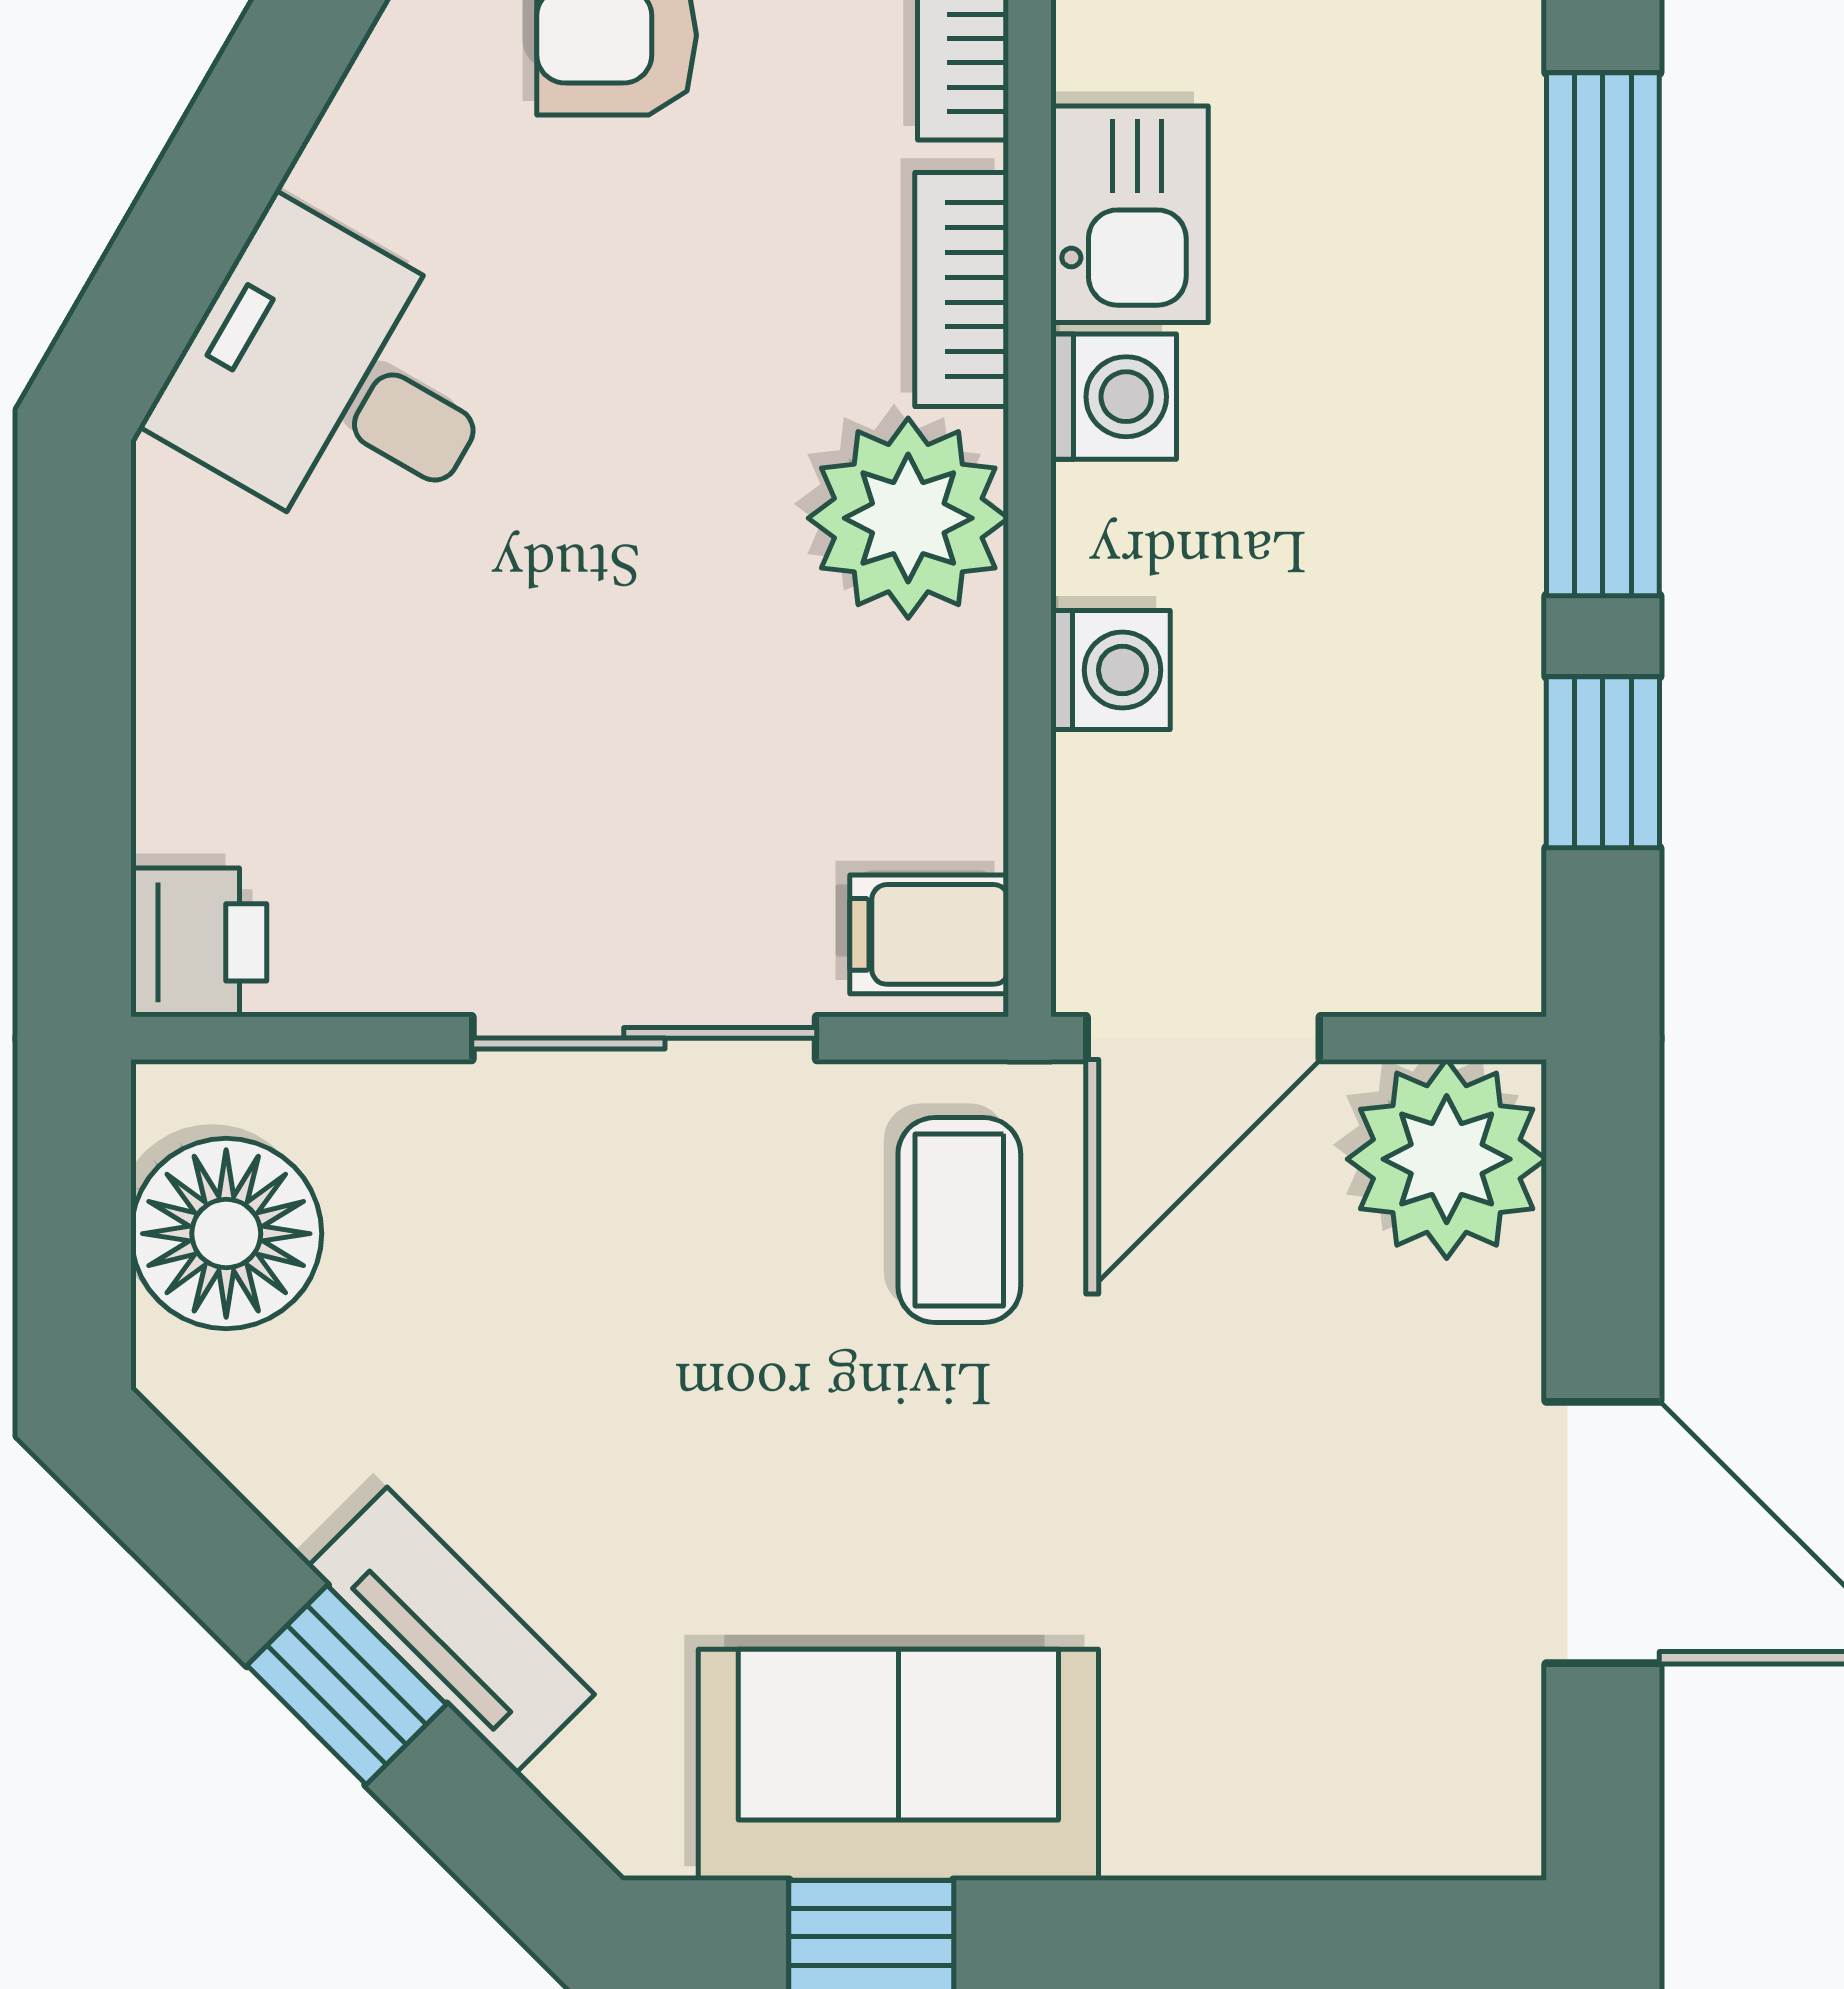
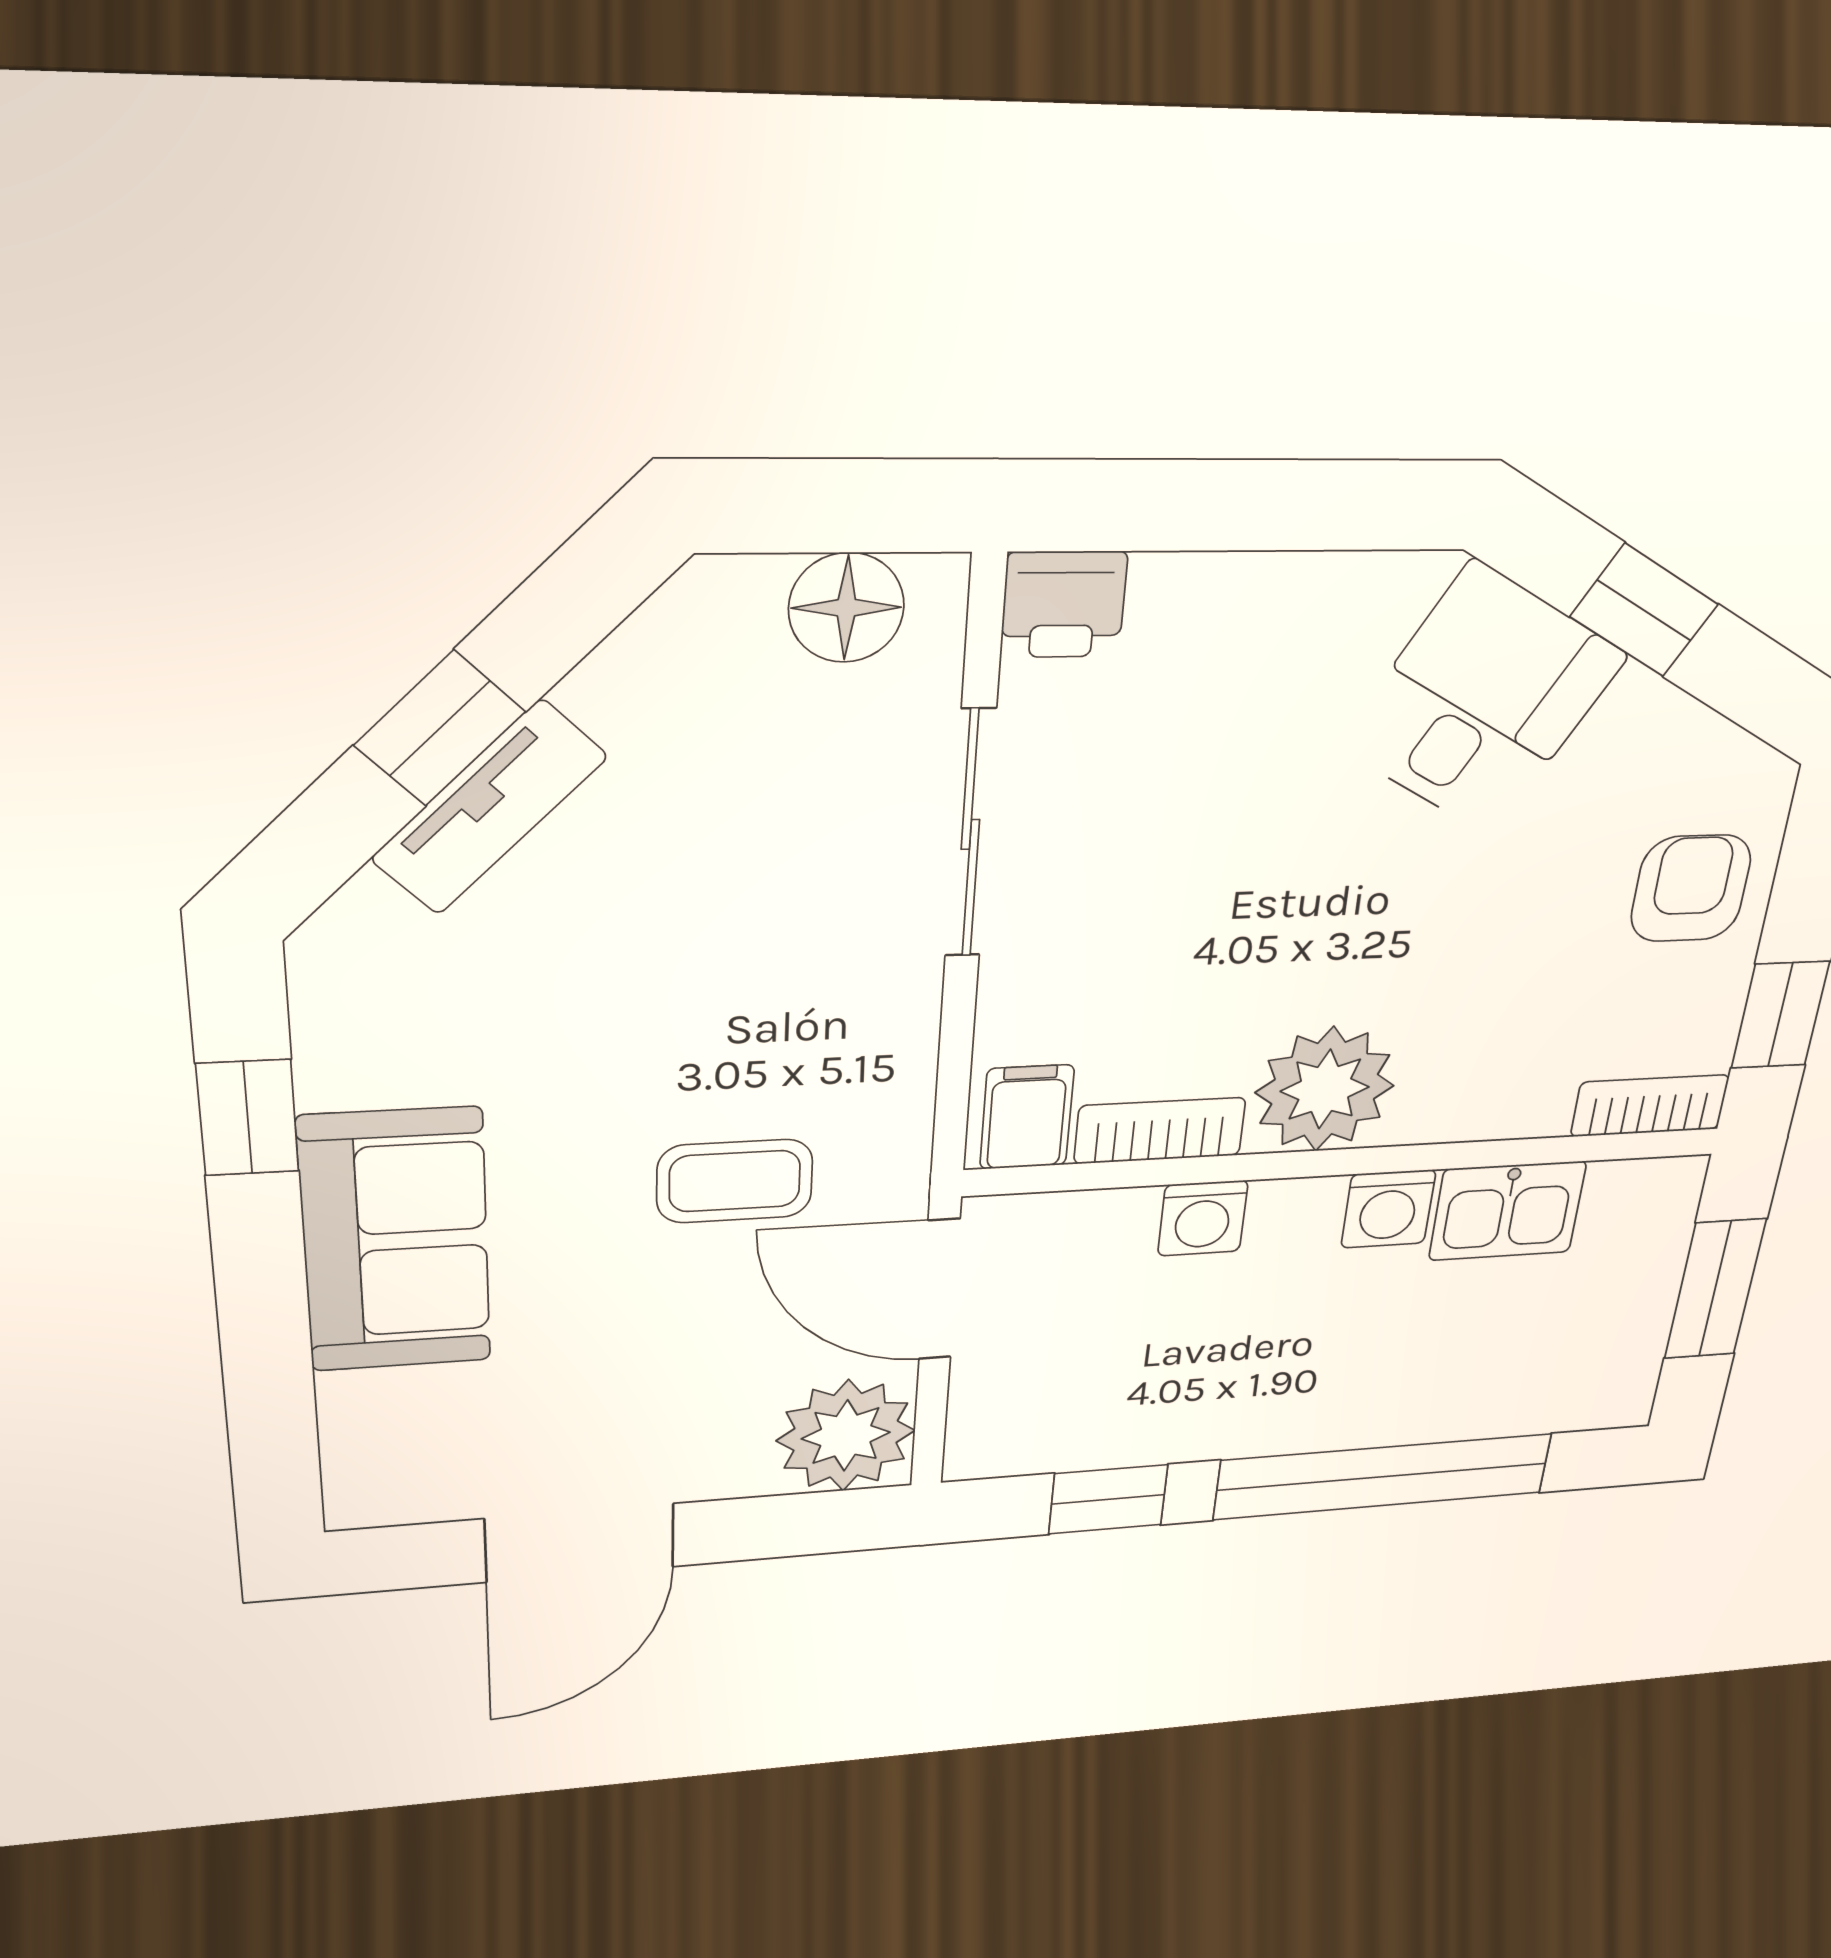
window: (214, 182) -> (1644, 610), added
bookcase: (962, 290) -> (1160, 1131), moved
sliding door: (644, 1038) -> (970, 834), moved
coffee table: (959, 1220) -> (735, 1181), moved
floor lamp: (226, 1234) -> (846, 608), width x0.73, depth x0.73
sofa: (898, 1765) -> (396, 1241), moved

